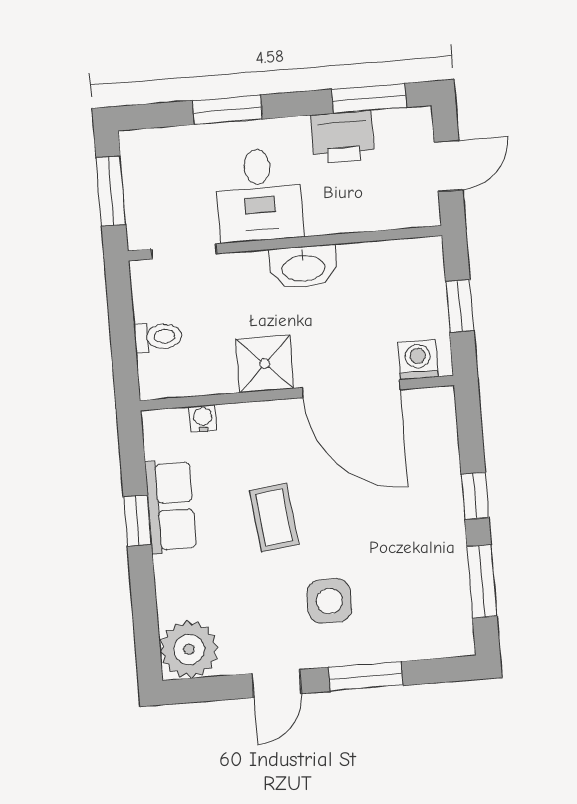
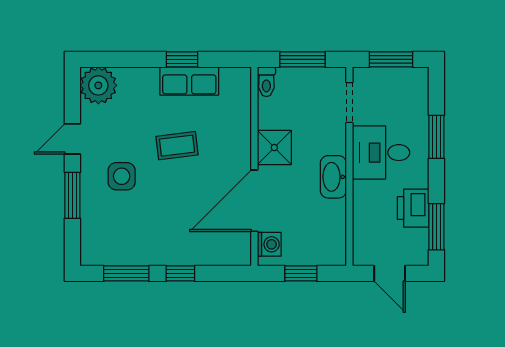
window: (122, 330) -> (303, 59), added
toilet: (158, 337) -> (266, 82), moved
water cooler: (203, 418) -> (243, 106), removed
door: (277, 684) -> (72, 139), hinge flipped

